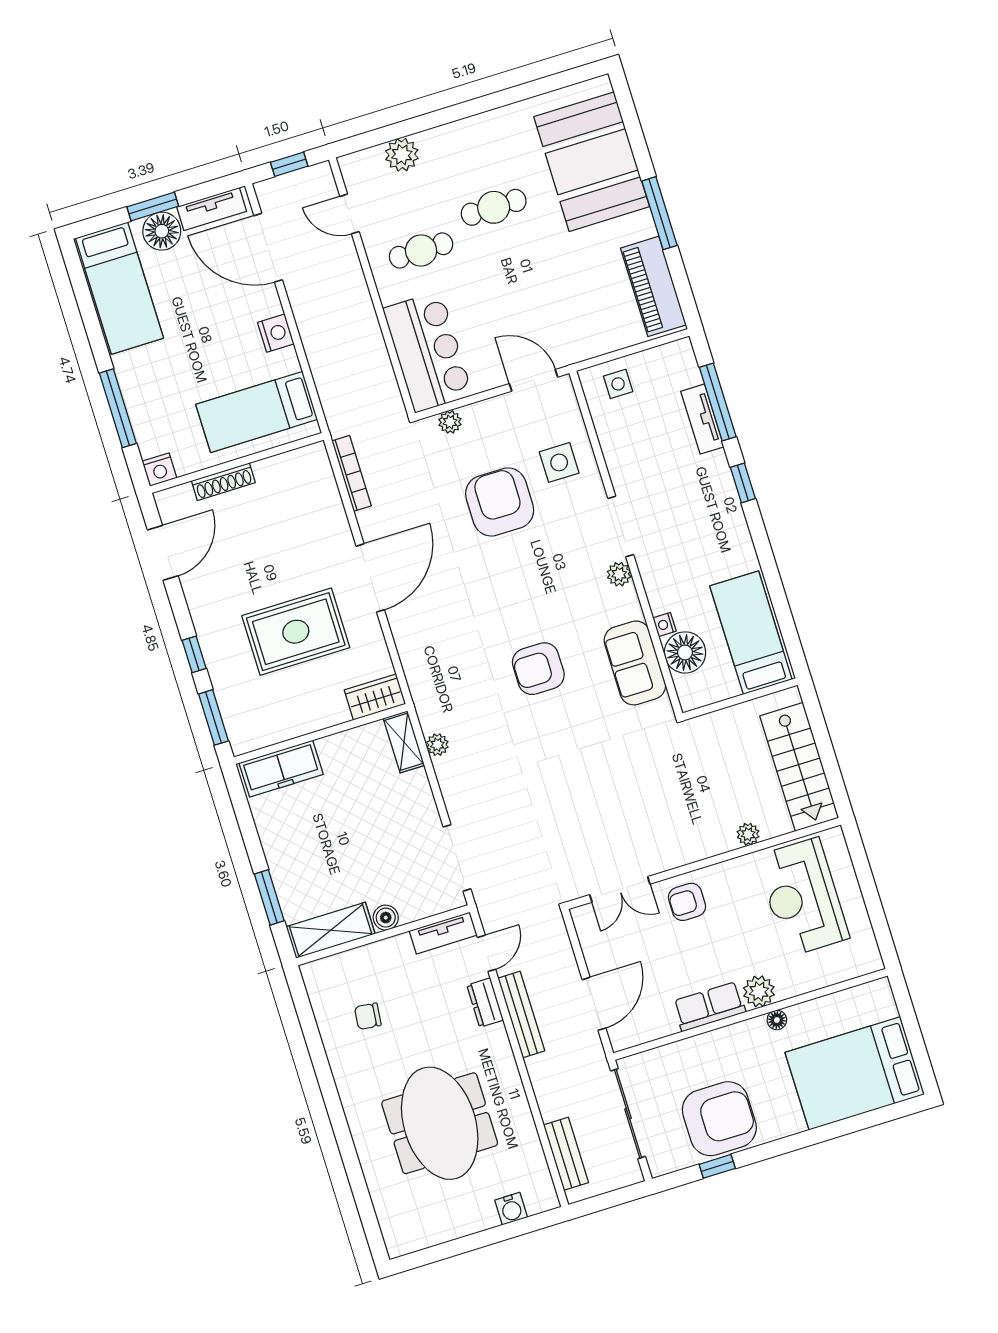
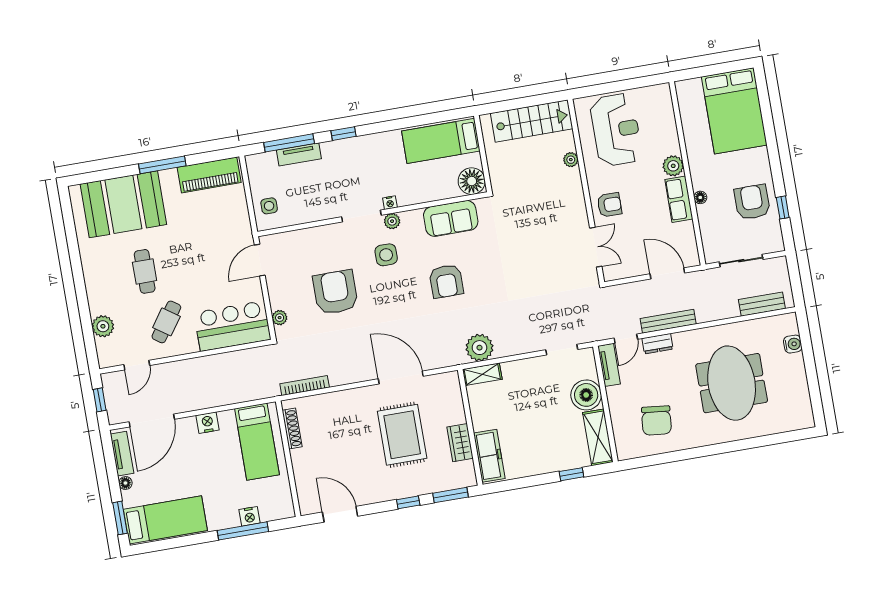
window: (153, 206) -> (120, 518), moved
floor lamp: (162, 231) -> (125, 483), width x0.53, depth x0.53
cafe table: (421, 250) -> (166, 322), turned 35
side table: (559, 462) -> (386, 255), moved
nightstand: (159, 470) -> (250, 516), moved, turned 90
shoe rack: (223, 482) -> (292, 428), moved
armchair: (500, 502) -> (335, 292), turned 90
door: (370, 578) -> (401, 377), moved
nightstand: (664, 624) -> (390, 203), moved
floor lamp: (685, 652) -> (472, 181), moved
wardrobe: (375, 697) -> (460, 443), moved
plant: (437, 745) -> (479, 348), width x1.88, depth x1.88
doorway: (457, 858) -> (562, 350), width x0.73
window: (269, 897) -> (571, 474), width x0.67
reception desk: (803, 897) -> (616, 130), turned -90
armchair: (687, 902) -> (609, 205), turned -90
boiler: (386, 918) -> (586, 395), width x1.86, depth x1.86
door: (487, 953) -> (626, 339), swing flipped
chair: (368, 1016) -> (656, 421), width x1.87, depth x1.87
floor lamp: (777, 1020) -> (700, 197), moved
sliding door: (628, 1114) -> (741, 261), width x0.73
armchair: (719, 1119) -> (752, 202), width x0.73, depth x0.73
meeting table: (440, 1123) -> (732, 383), turned 90

